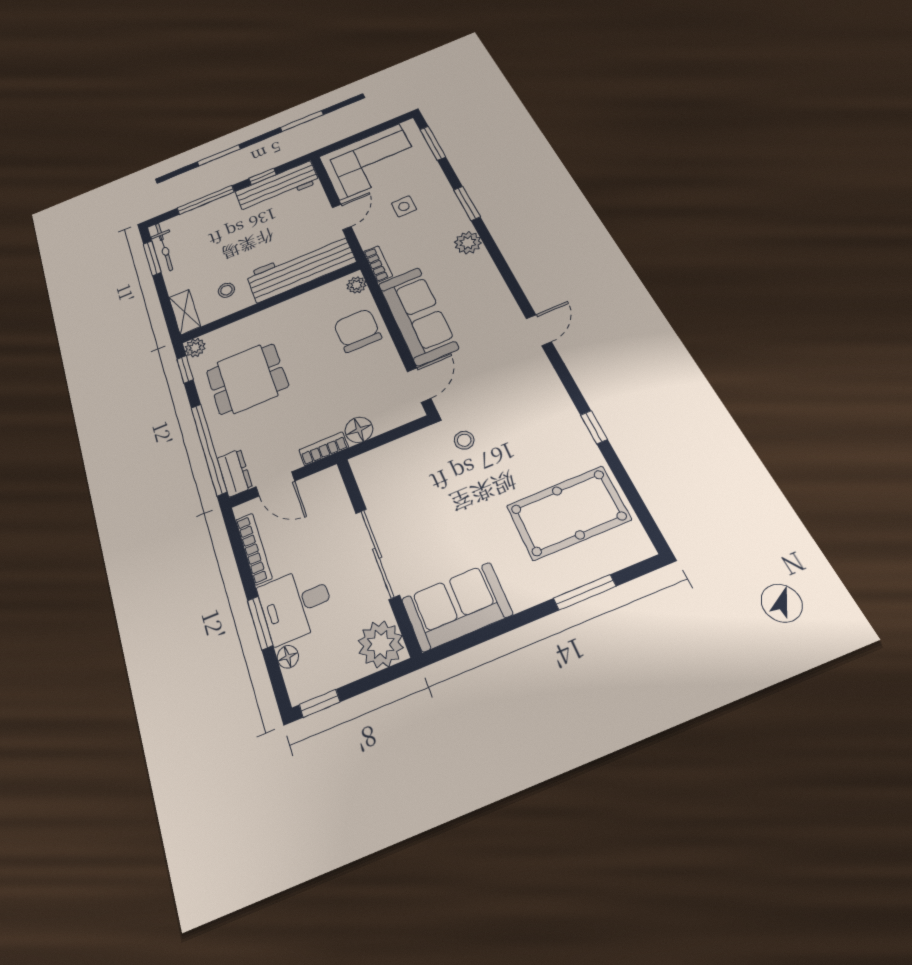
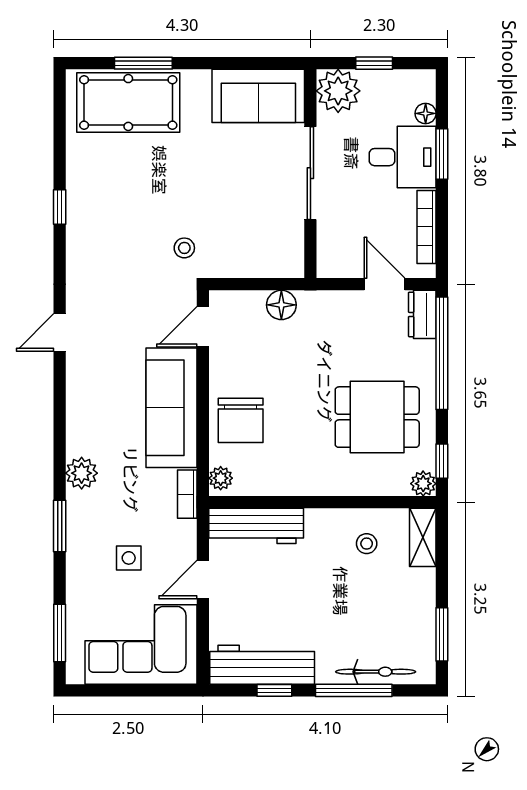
bicycle: (164, 247) -> (376, 672), moved, turned 90
workbench: (301, 268) -> (256, 526), width x0.73, depth x0.76
bookcase: (324, 449) -> (324, 300), removed
pool table: (568, 513) -> (128, 102), moved
window: (320, 703) -> (374, 63), moved

